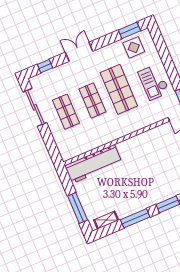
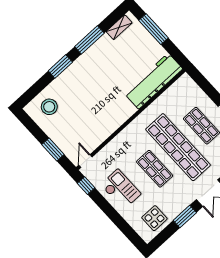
window: (129, 30) -> (185, 216), moved
shop shelf: (119, 89) -> (155, 169), width x0.70, depth x0.74
shop shelf: (92, 100) -> (178, 147), width x2.00, depth x1.36

